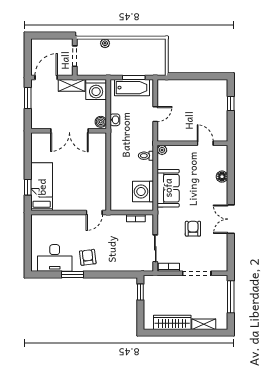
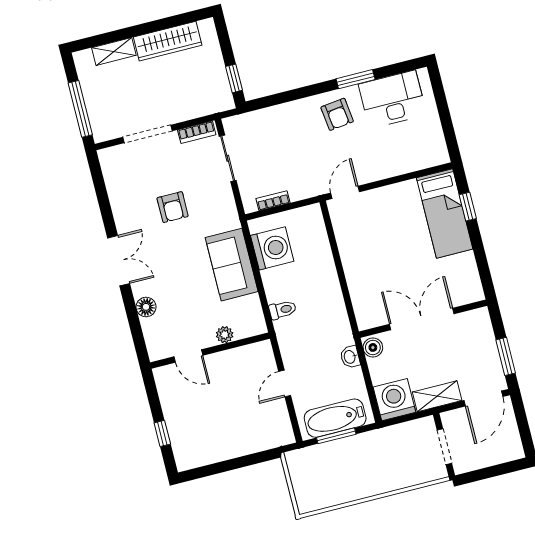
plant: (105, 43) -> (399, 481), removed
plant: (162, 150) -> (225, 335), moved
double door: (231, 219) -> (119, 261), moved

